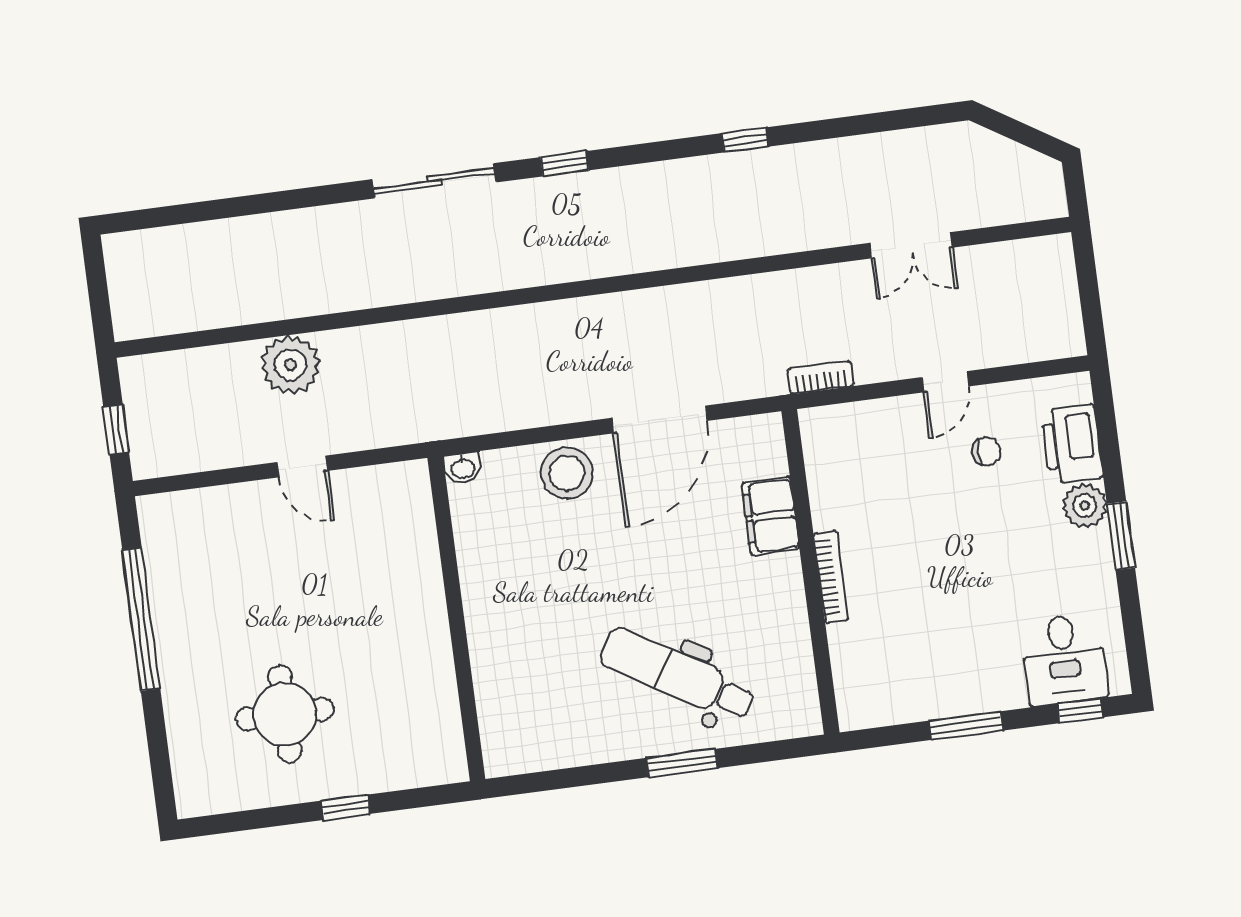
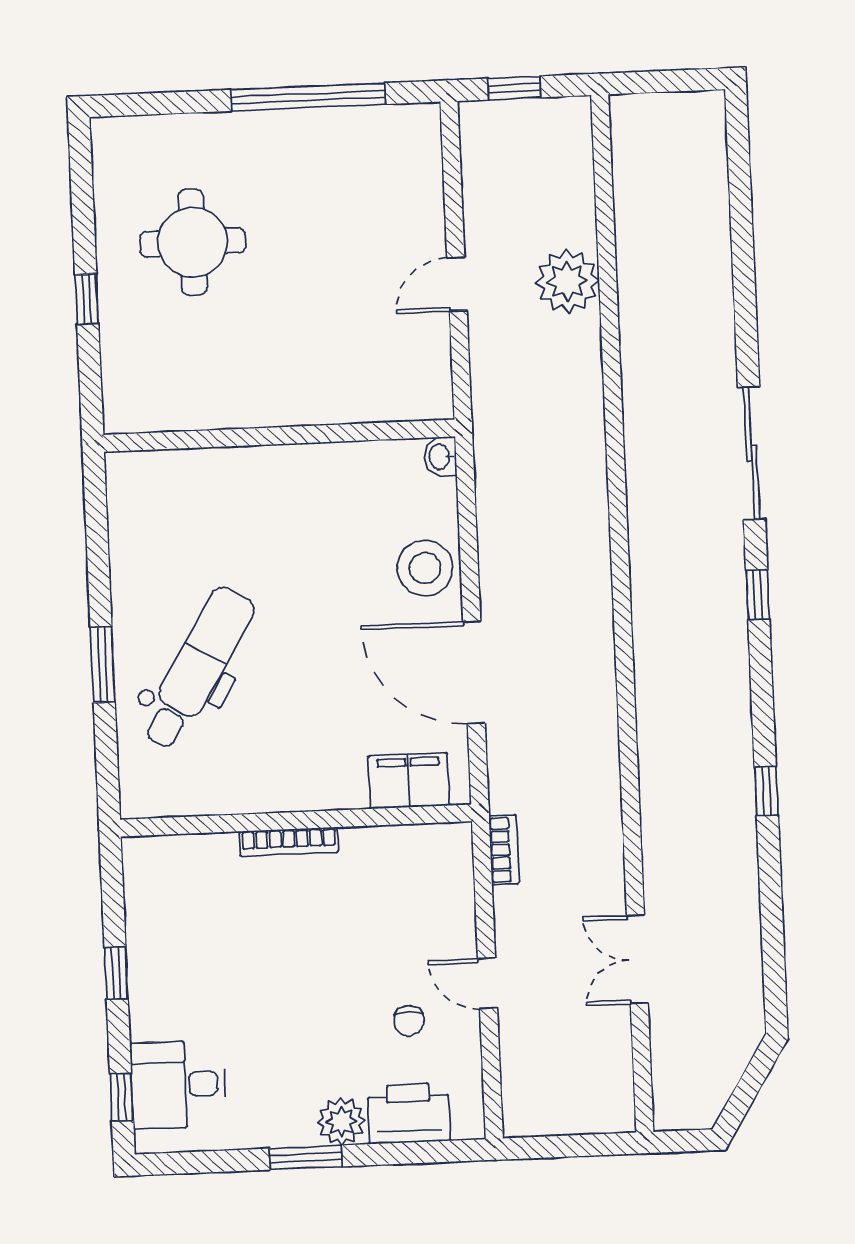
filing cabinet: (771, 516) -> (409, 781), moved
window: (966, 726) -> (116, 973), width x0.67

